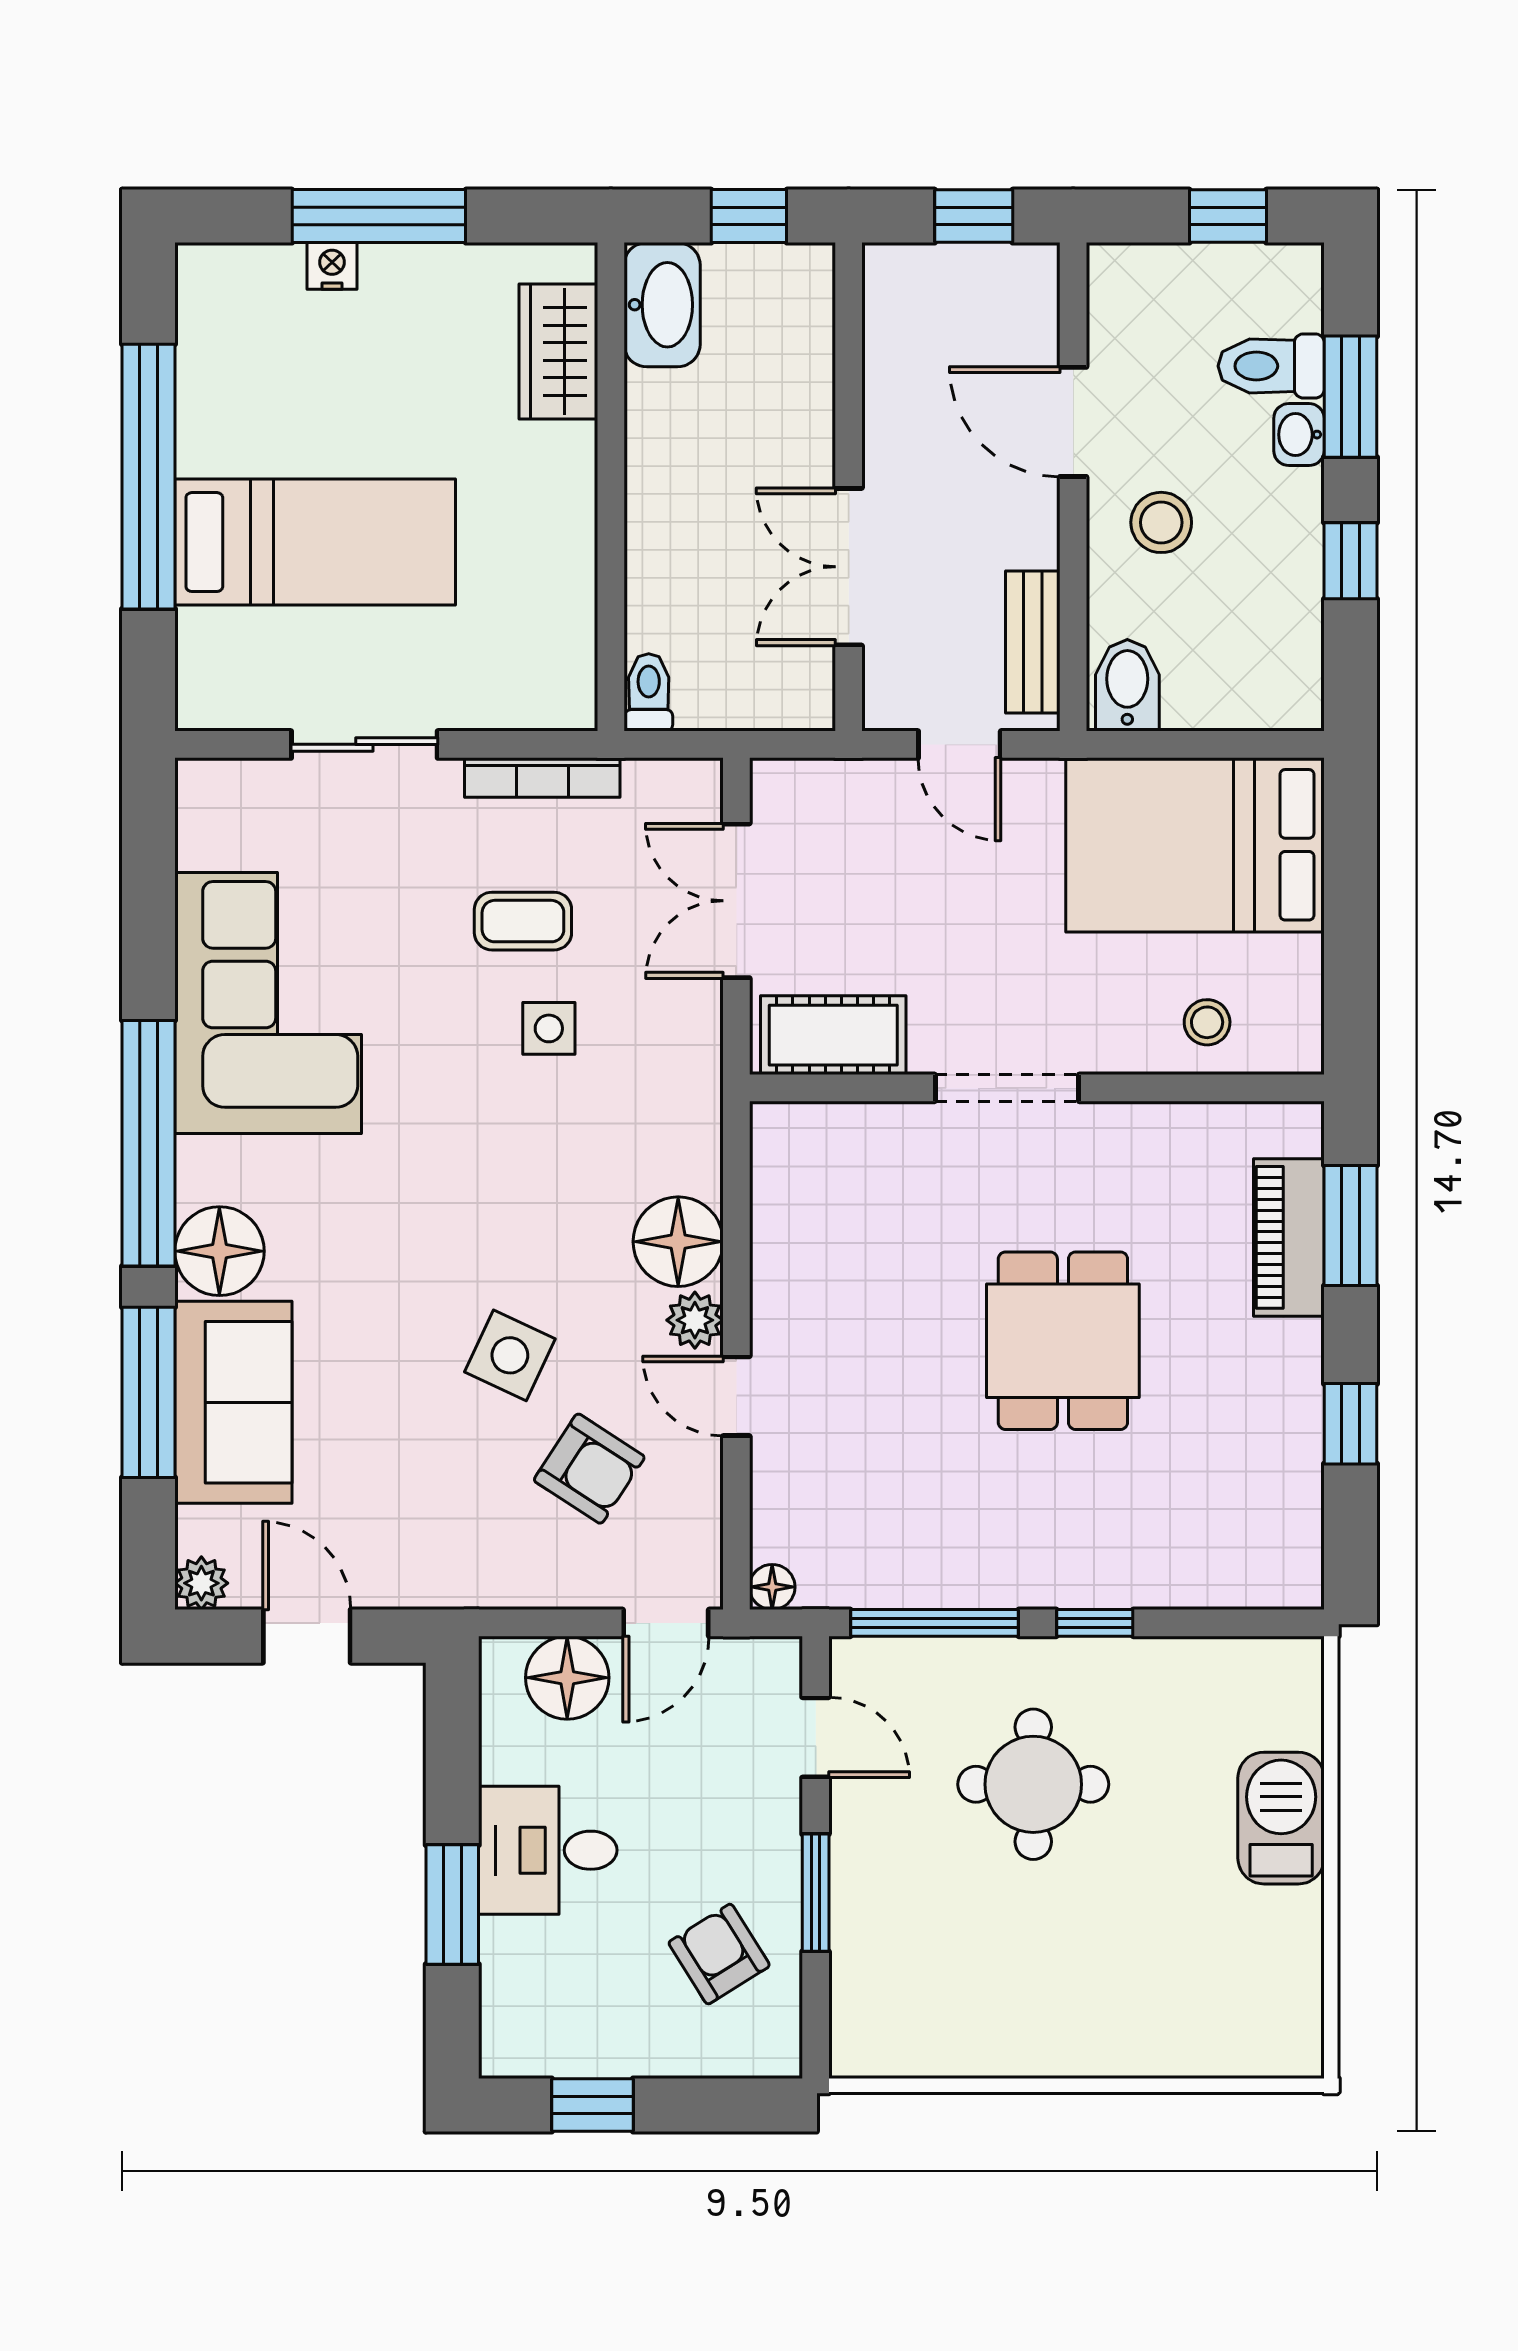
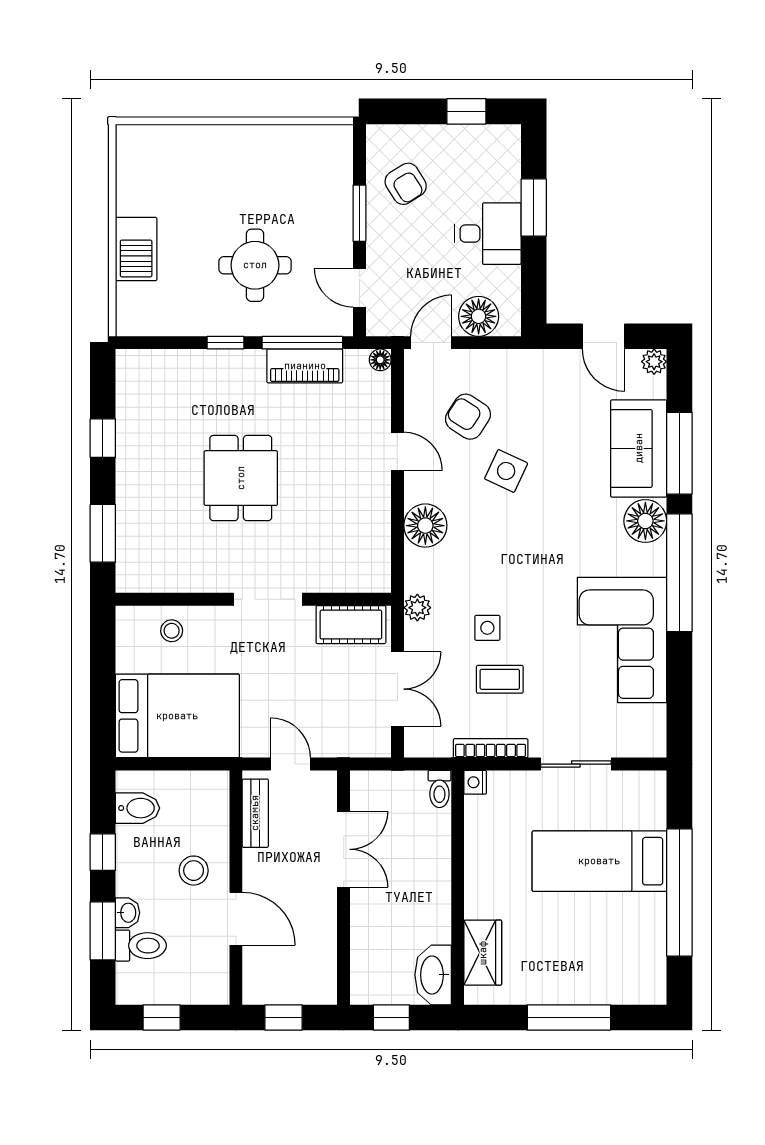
nightstand: (332, 266) -> (475, 782), moved, turned 90
bidet: (1127, 685) -> (137, 808), moved, turned -90
piano: (1289, 1237) -> (305, 366), moved, turned 90
plant: (695, 1320) -> (417, 608), moved

